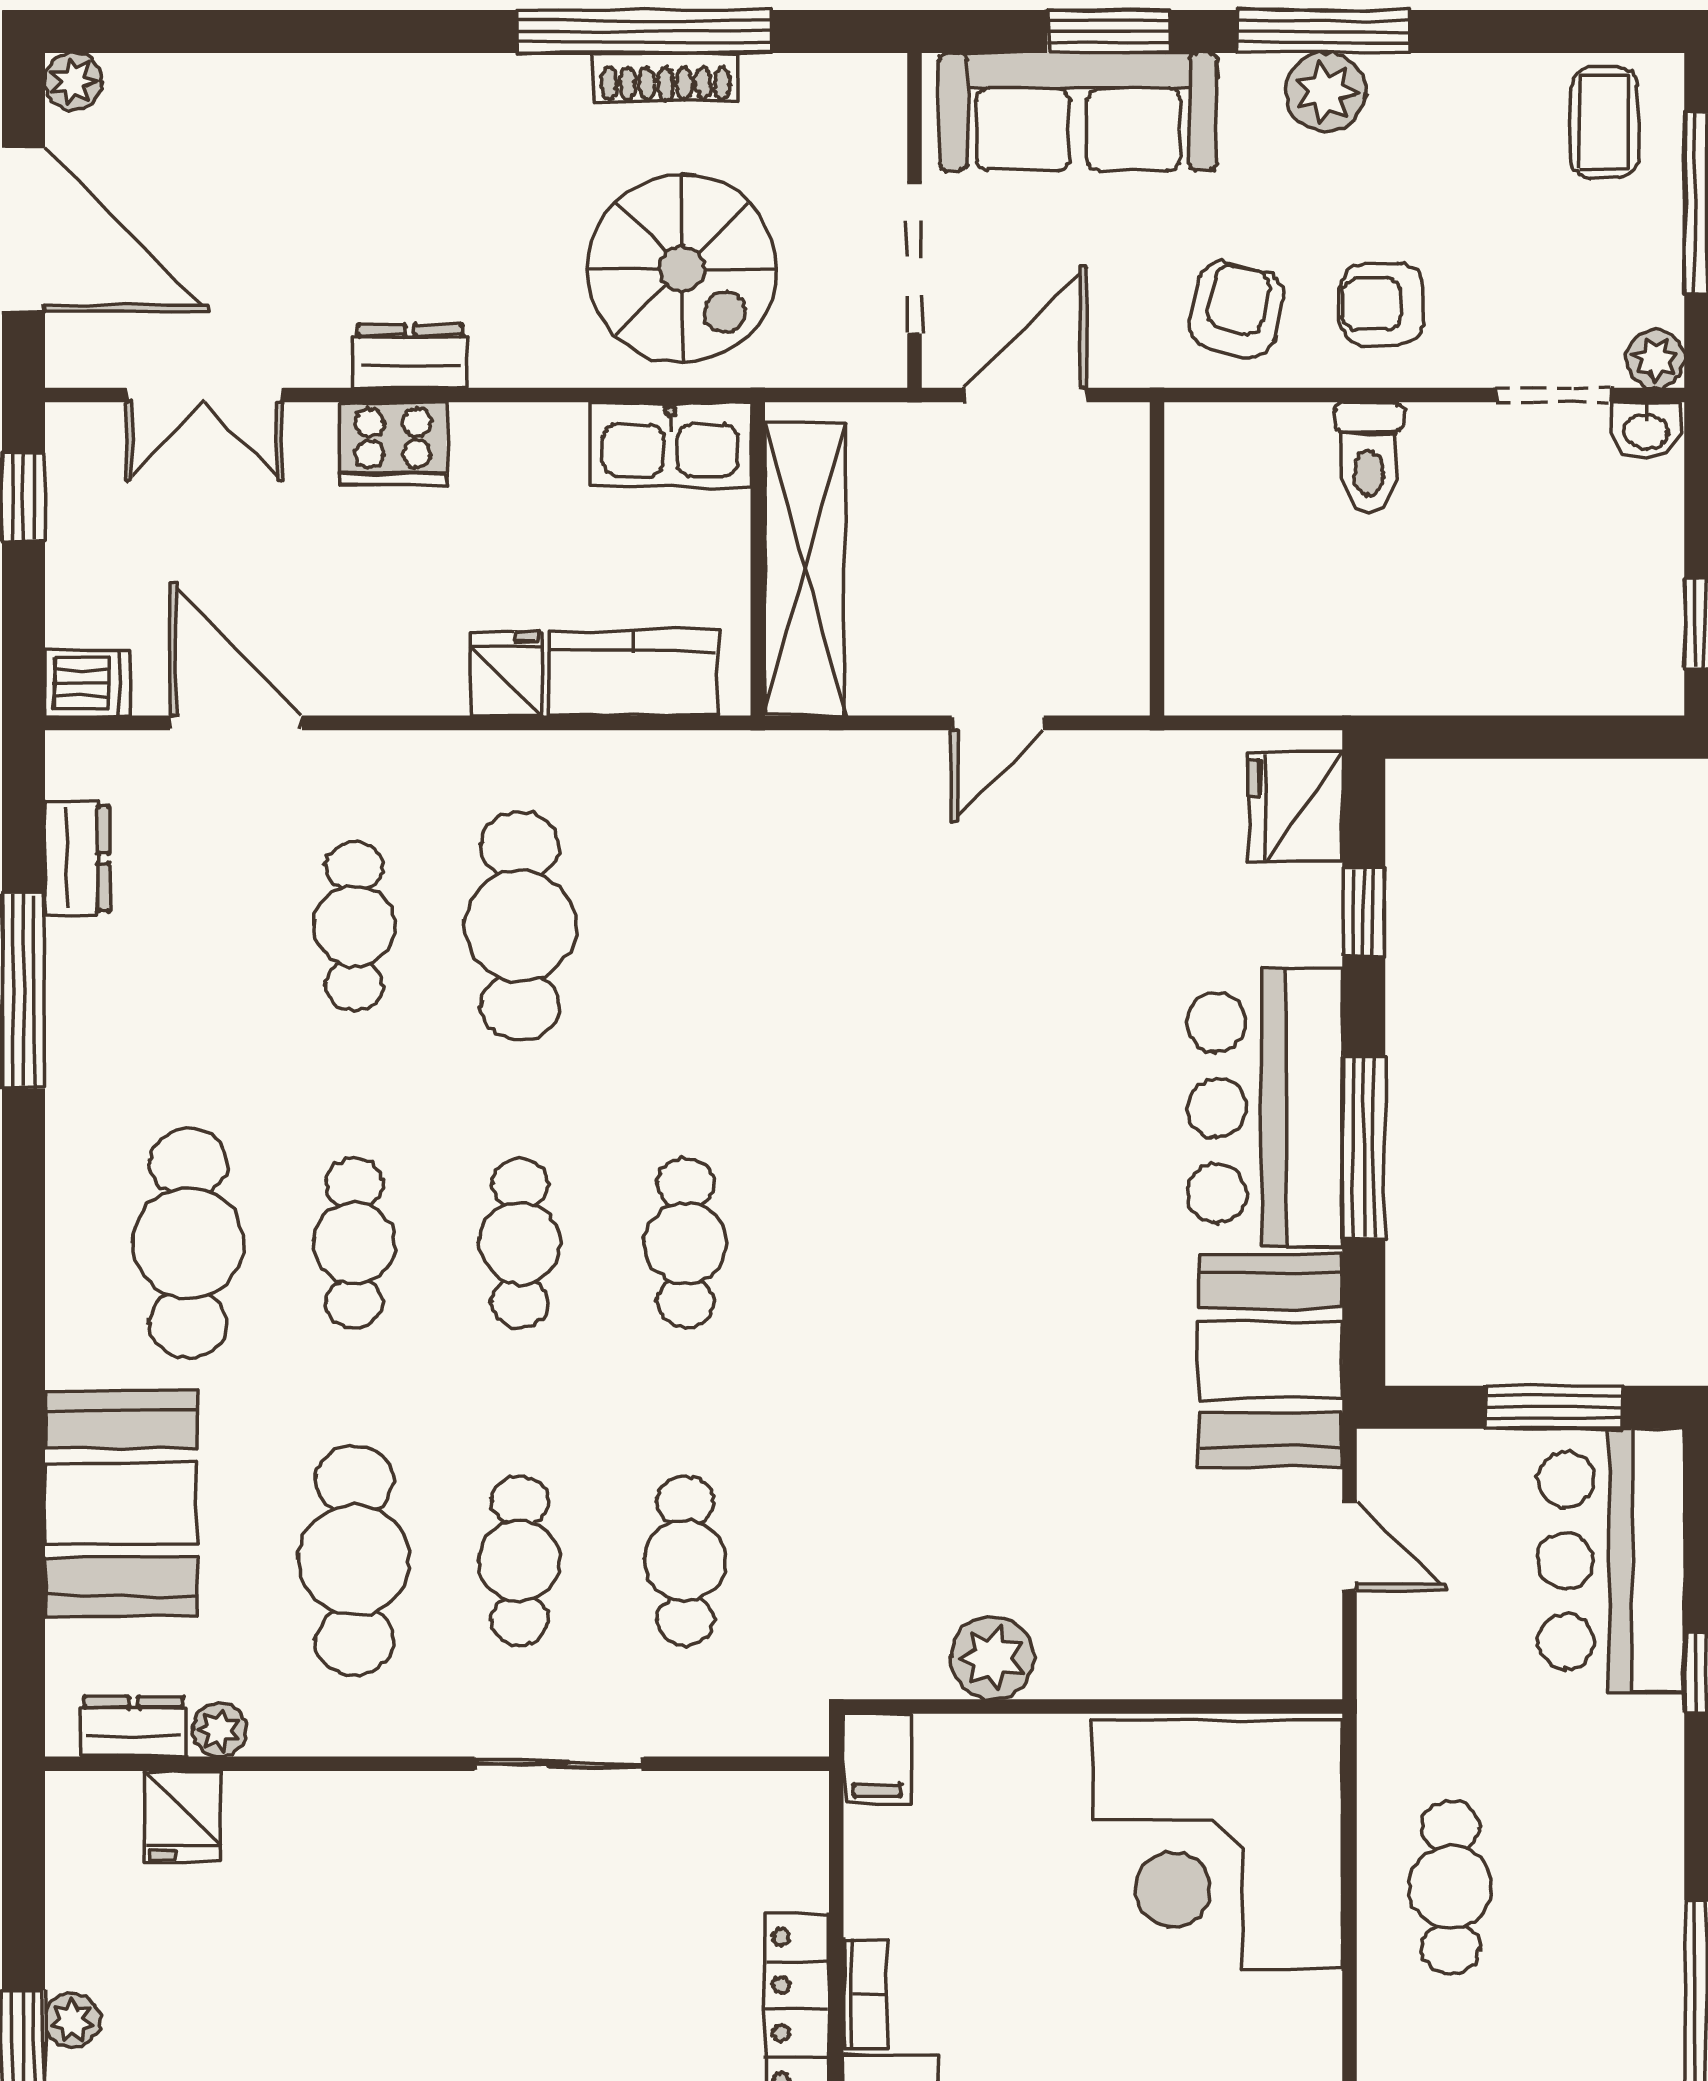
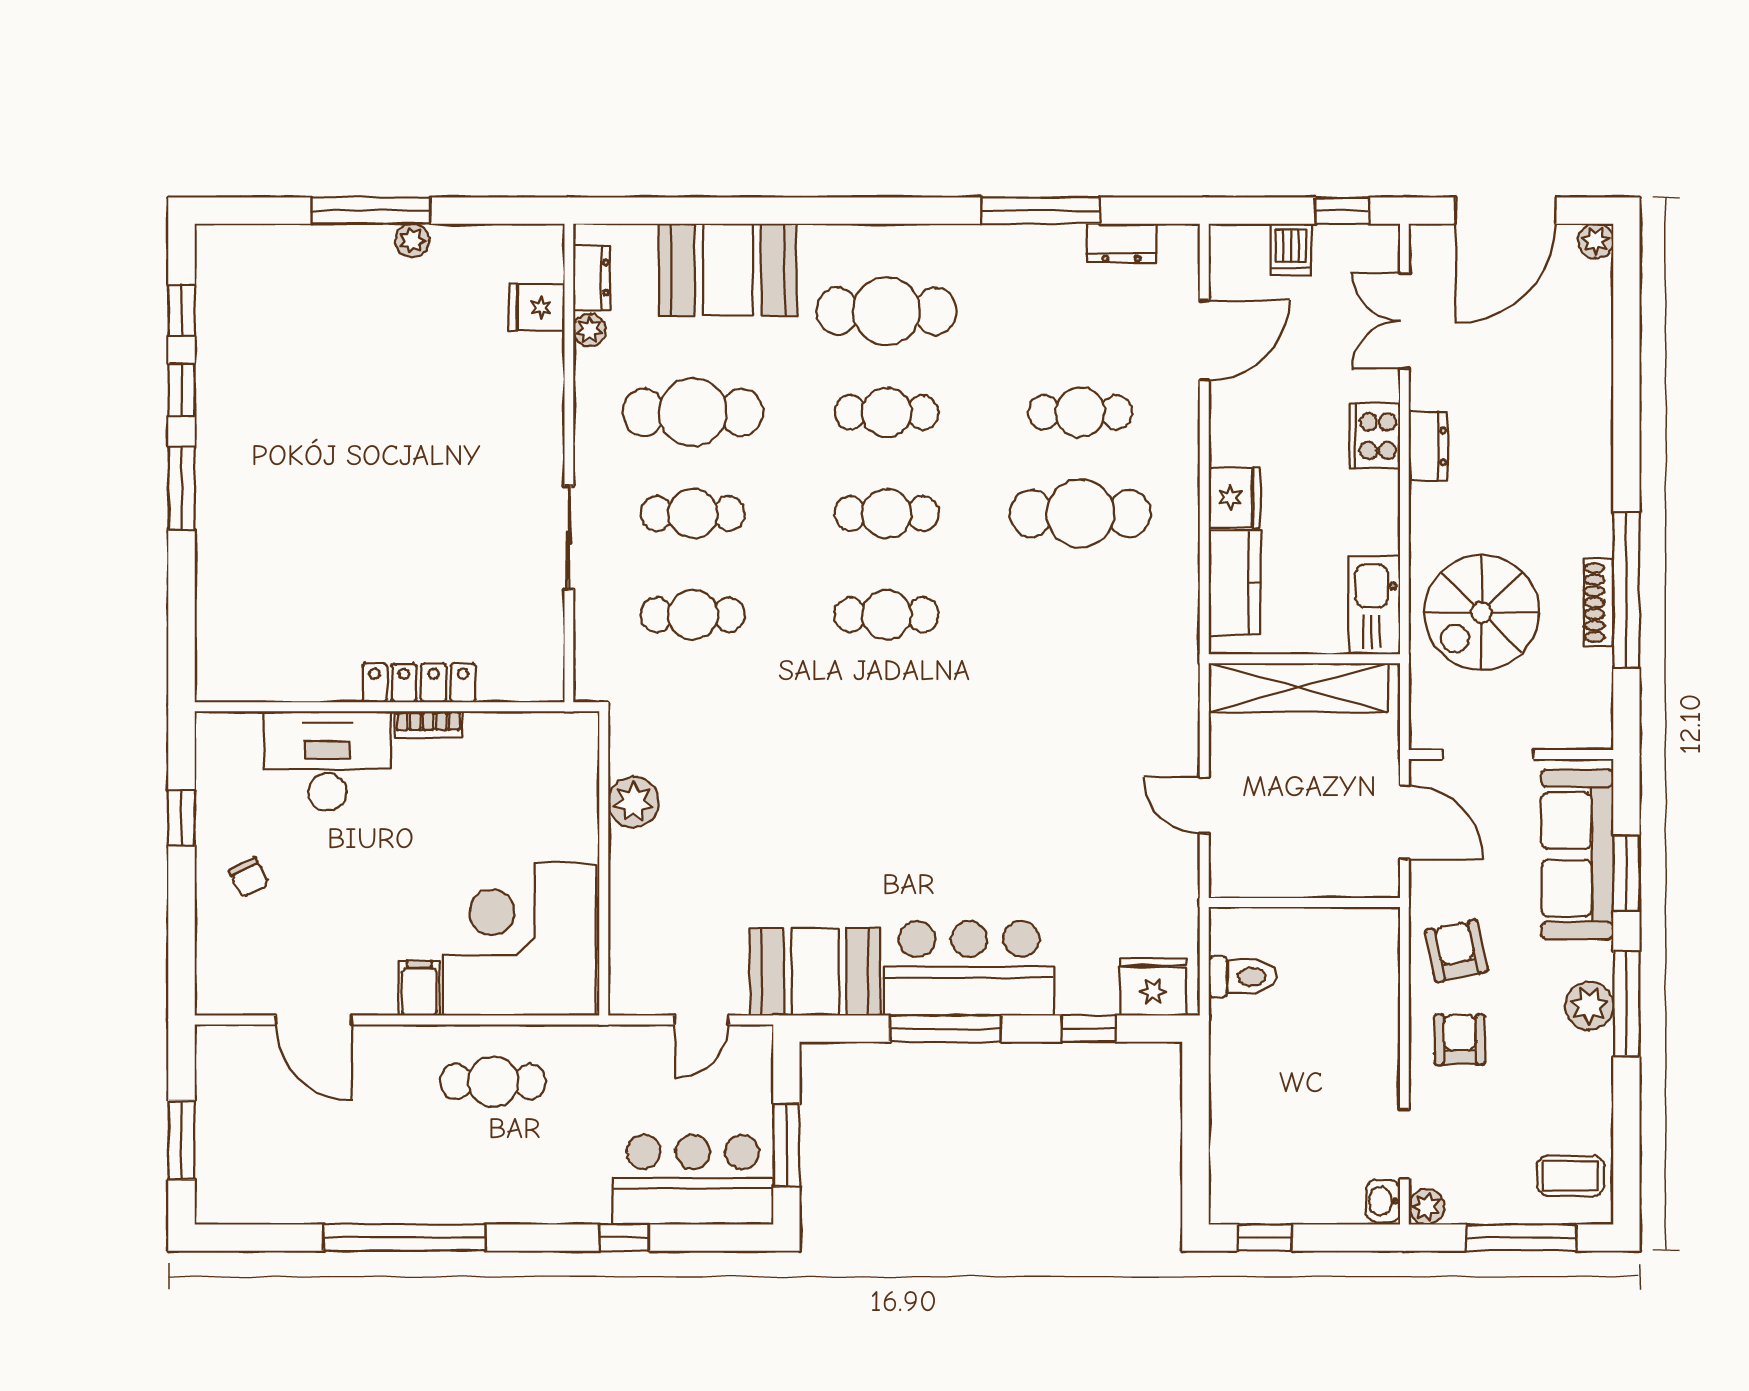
armchair: (1236, 310) -> (1456, 951), turned -115
toilet: (1369, 457) -> (1242, 977), moved, turned 180
fridge: (507, 673) -> (1234, 497), width x1.38
dishwasher: (88, 683) -> (1291, 250), moved
filing cabinet: (877, 1759) -> (419, 988), moved, turned 90

